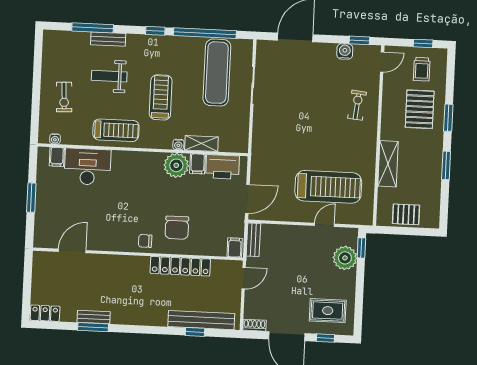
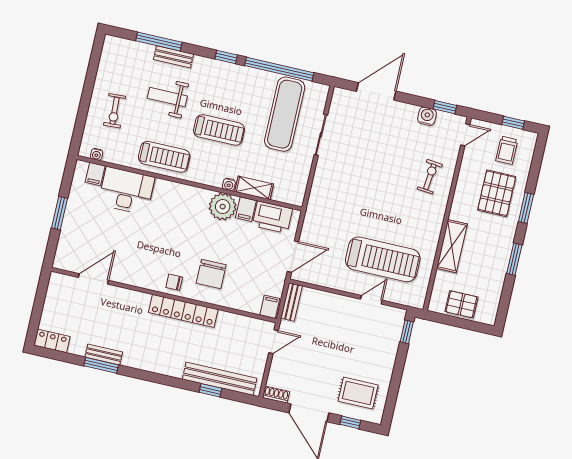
treadmill: (161, 97) -> (219, 130), turned 90
plant: (345, 258) -> (387, 339), removed
locker: (180, 266) -> (183, 311), moved

